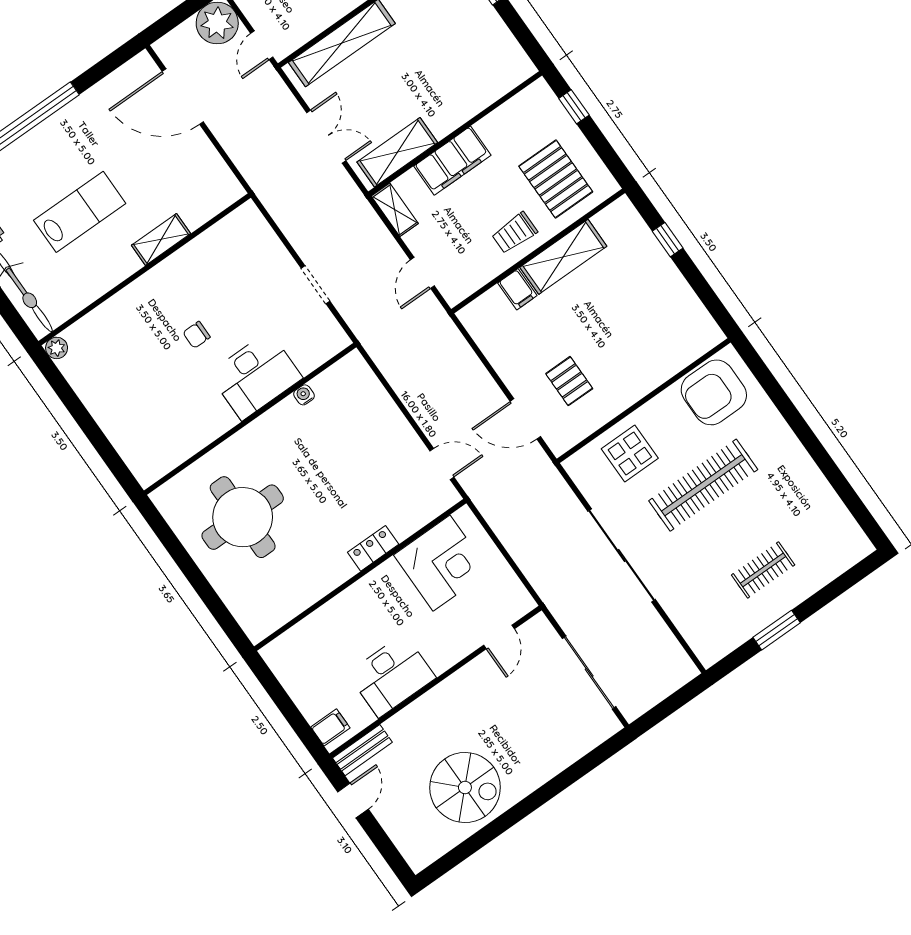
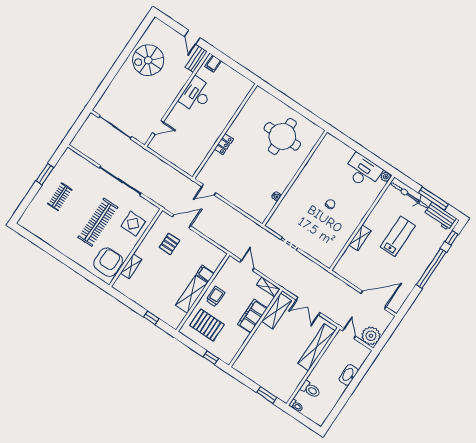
lab bench: (80, 212) -> (398, 236), turned 180
shelving: (669, 365) -> (131, 266), added
desk: (256, 376) -> (363, 171), moved, turned 90
pallet: (569, 381) -> (169, 244), turned 90
corner desk: (442, 563) -> (193, 149), removed
door: (499, 637) -> (158, 128), swing flipped

